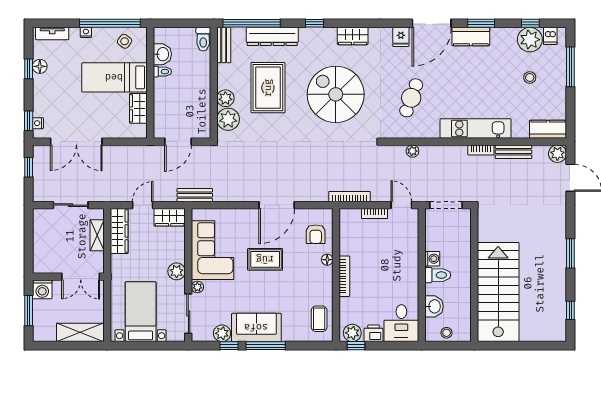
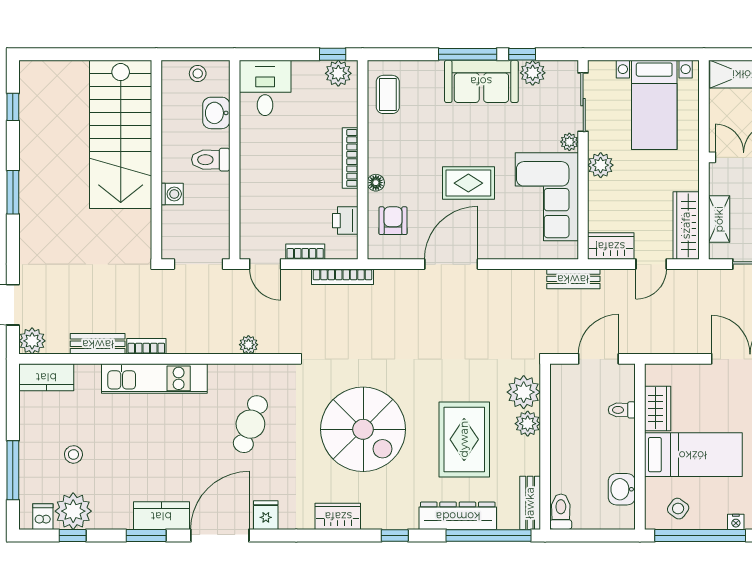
toilet: (162, 72) -> (622, 410), moved
washing machine: (432, 259) -> (172, 194), moved, turned 180
printer: (374, 333) -> (345, 221), moved, turned 90

